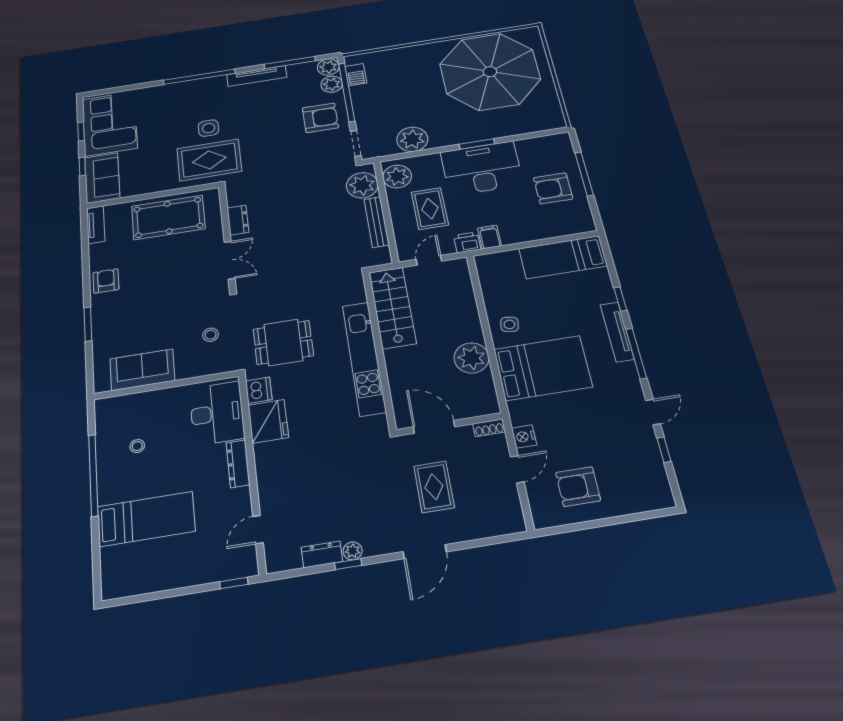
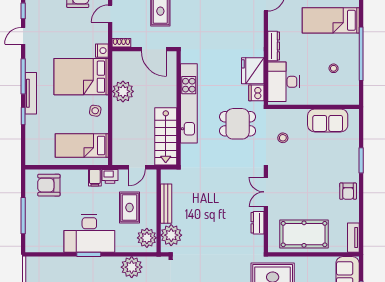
armchair: (553, 188) -> (49, 185), moved, turned 180
bed: (563, 257) -> (82, 146), moved, turned 180
nightstand: (524, 437) -> (102, 51), moved

